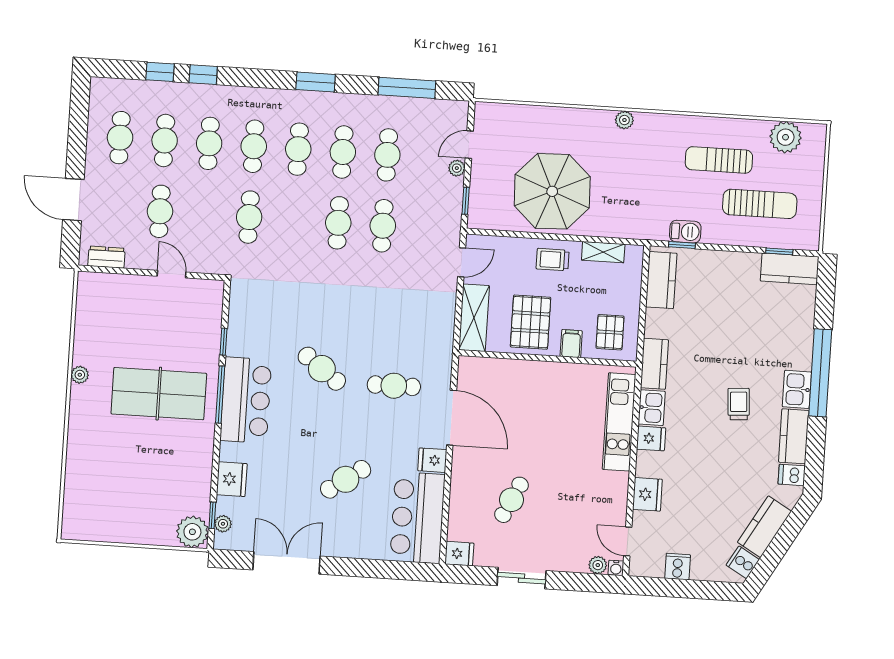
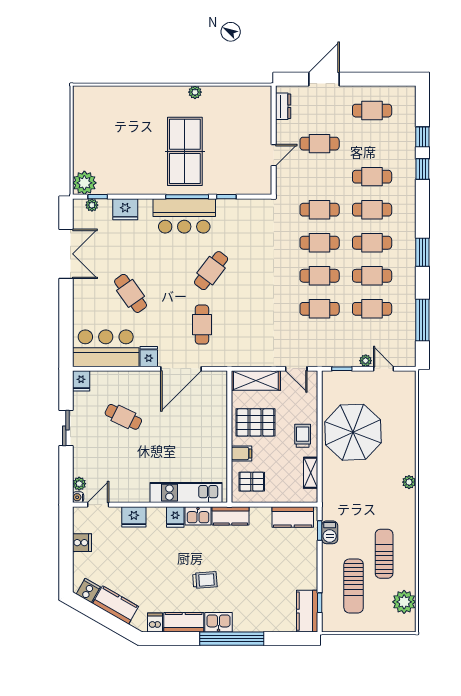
cafe table: (165, 140) -> (320, 243), moved

